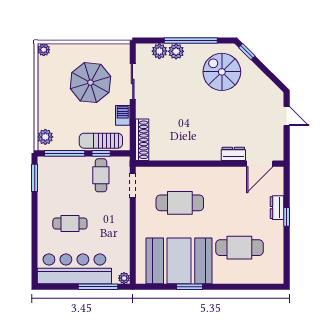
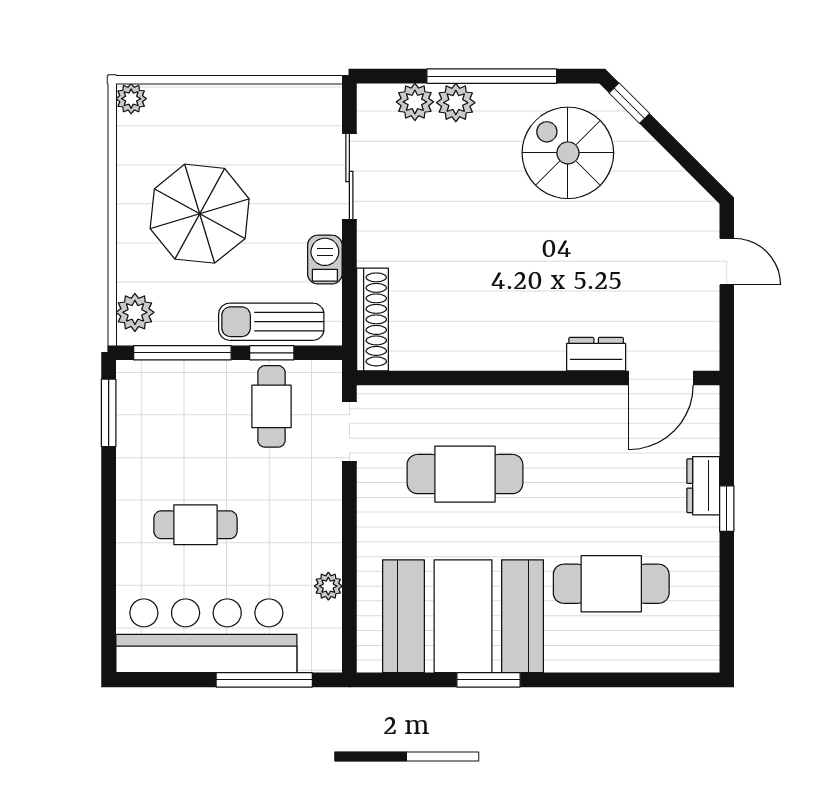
parasol: (90, 83) -> (200, 214), moved
plant: (124, 278) -> (328, 586), moved

